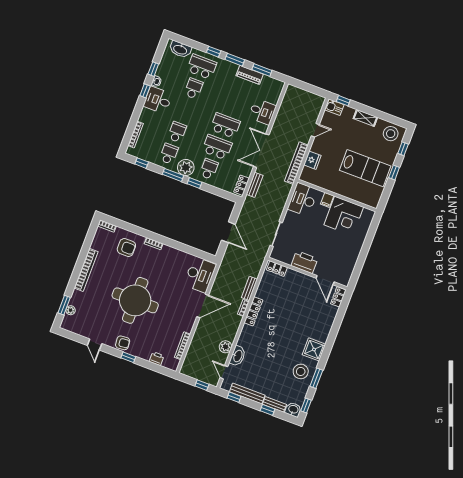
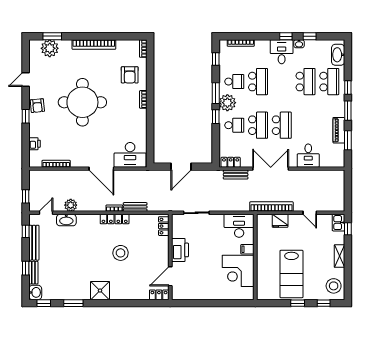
school desk: (194, 88) -> (306, 82), width x1.85
school desk: (177, 132) -> (258, 82), width x1.85
plant: (71, 310) -> (50, 48), width x1.88, depth x1.88
stool: (301, 371) -> (121, 253), moved

